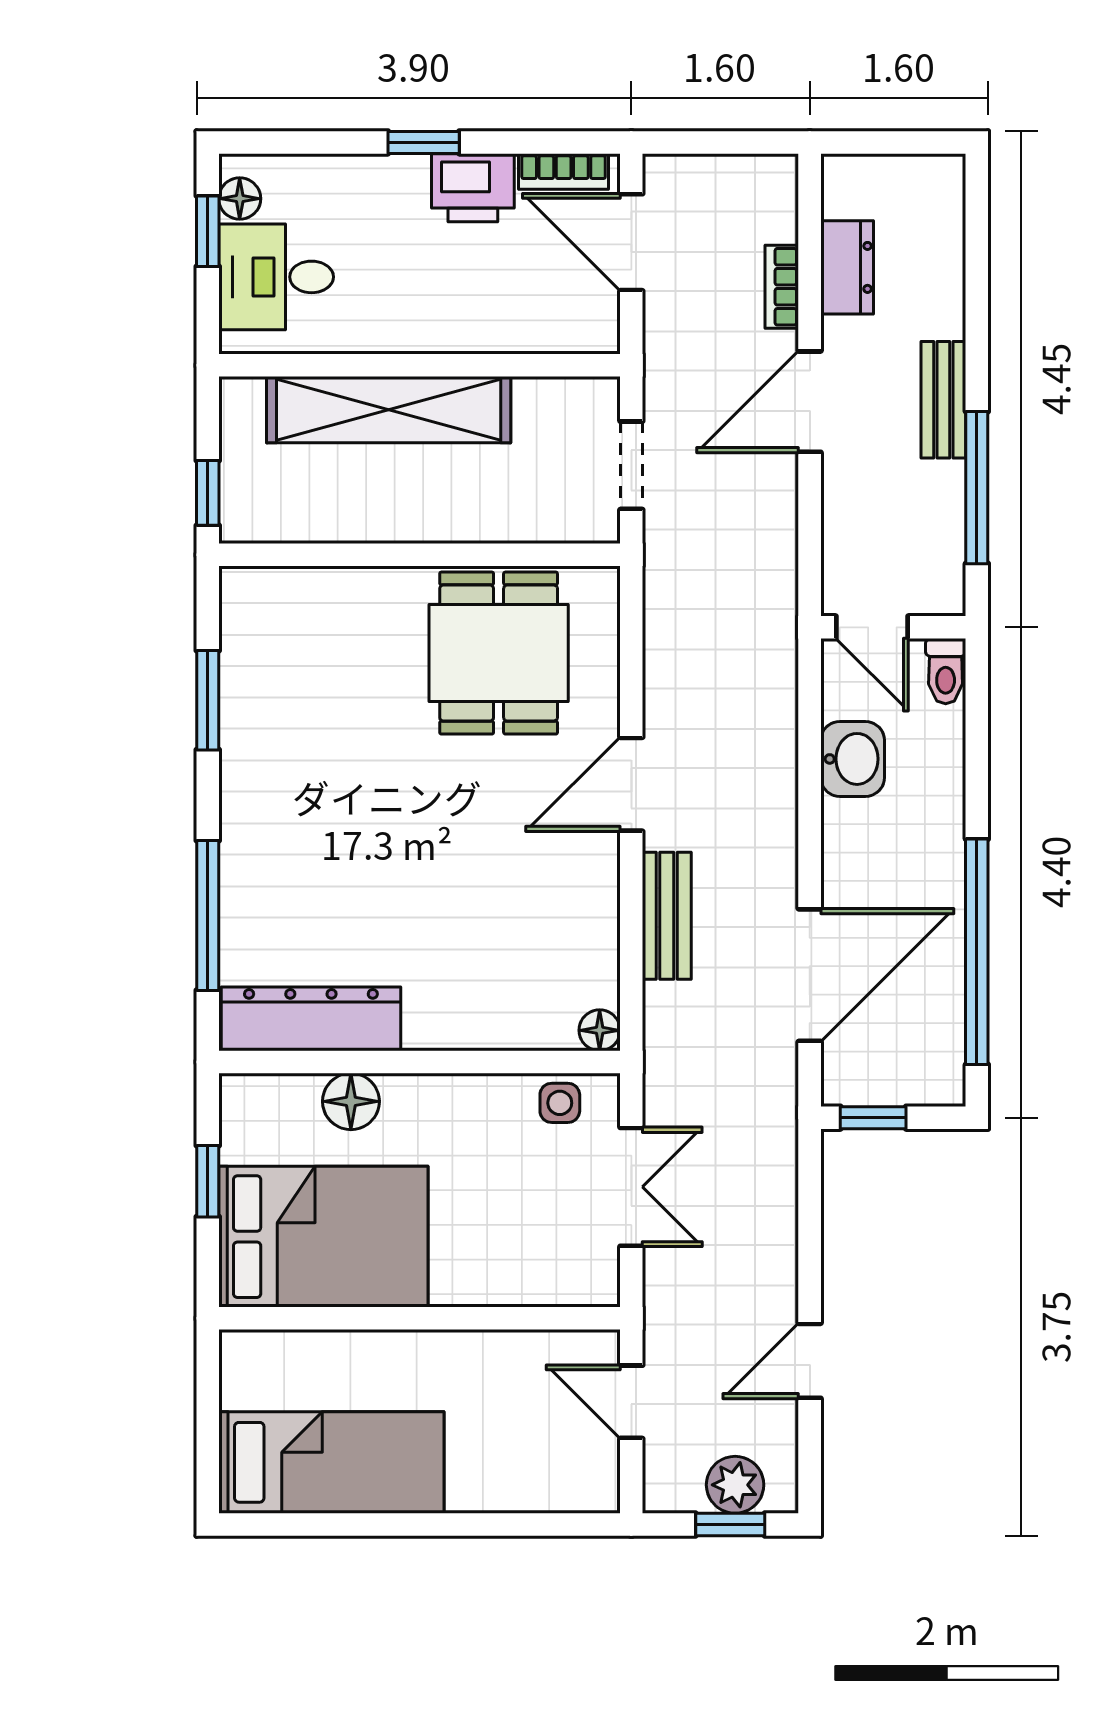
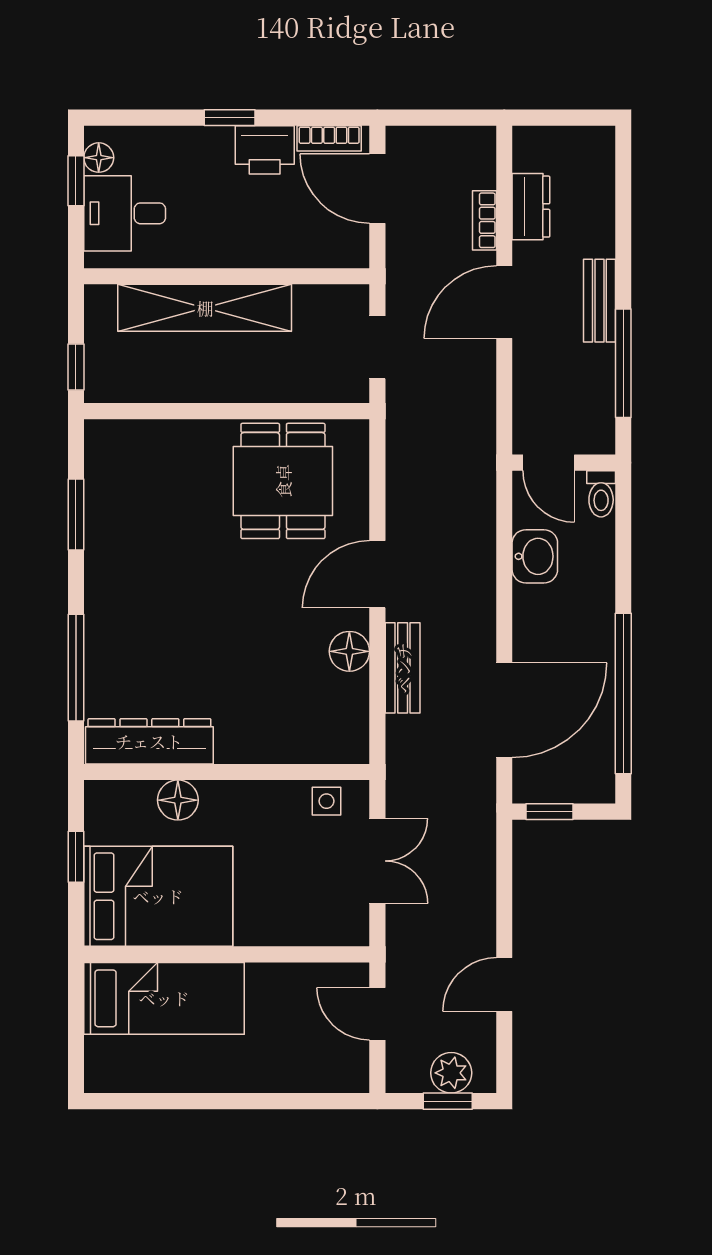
floor lamp: (600, 1030) -> (349, 651), moved, width x1.37, depth x1.37
bed: (331, 1462) -> (164, 998), moved

